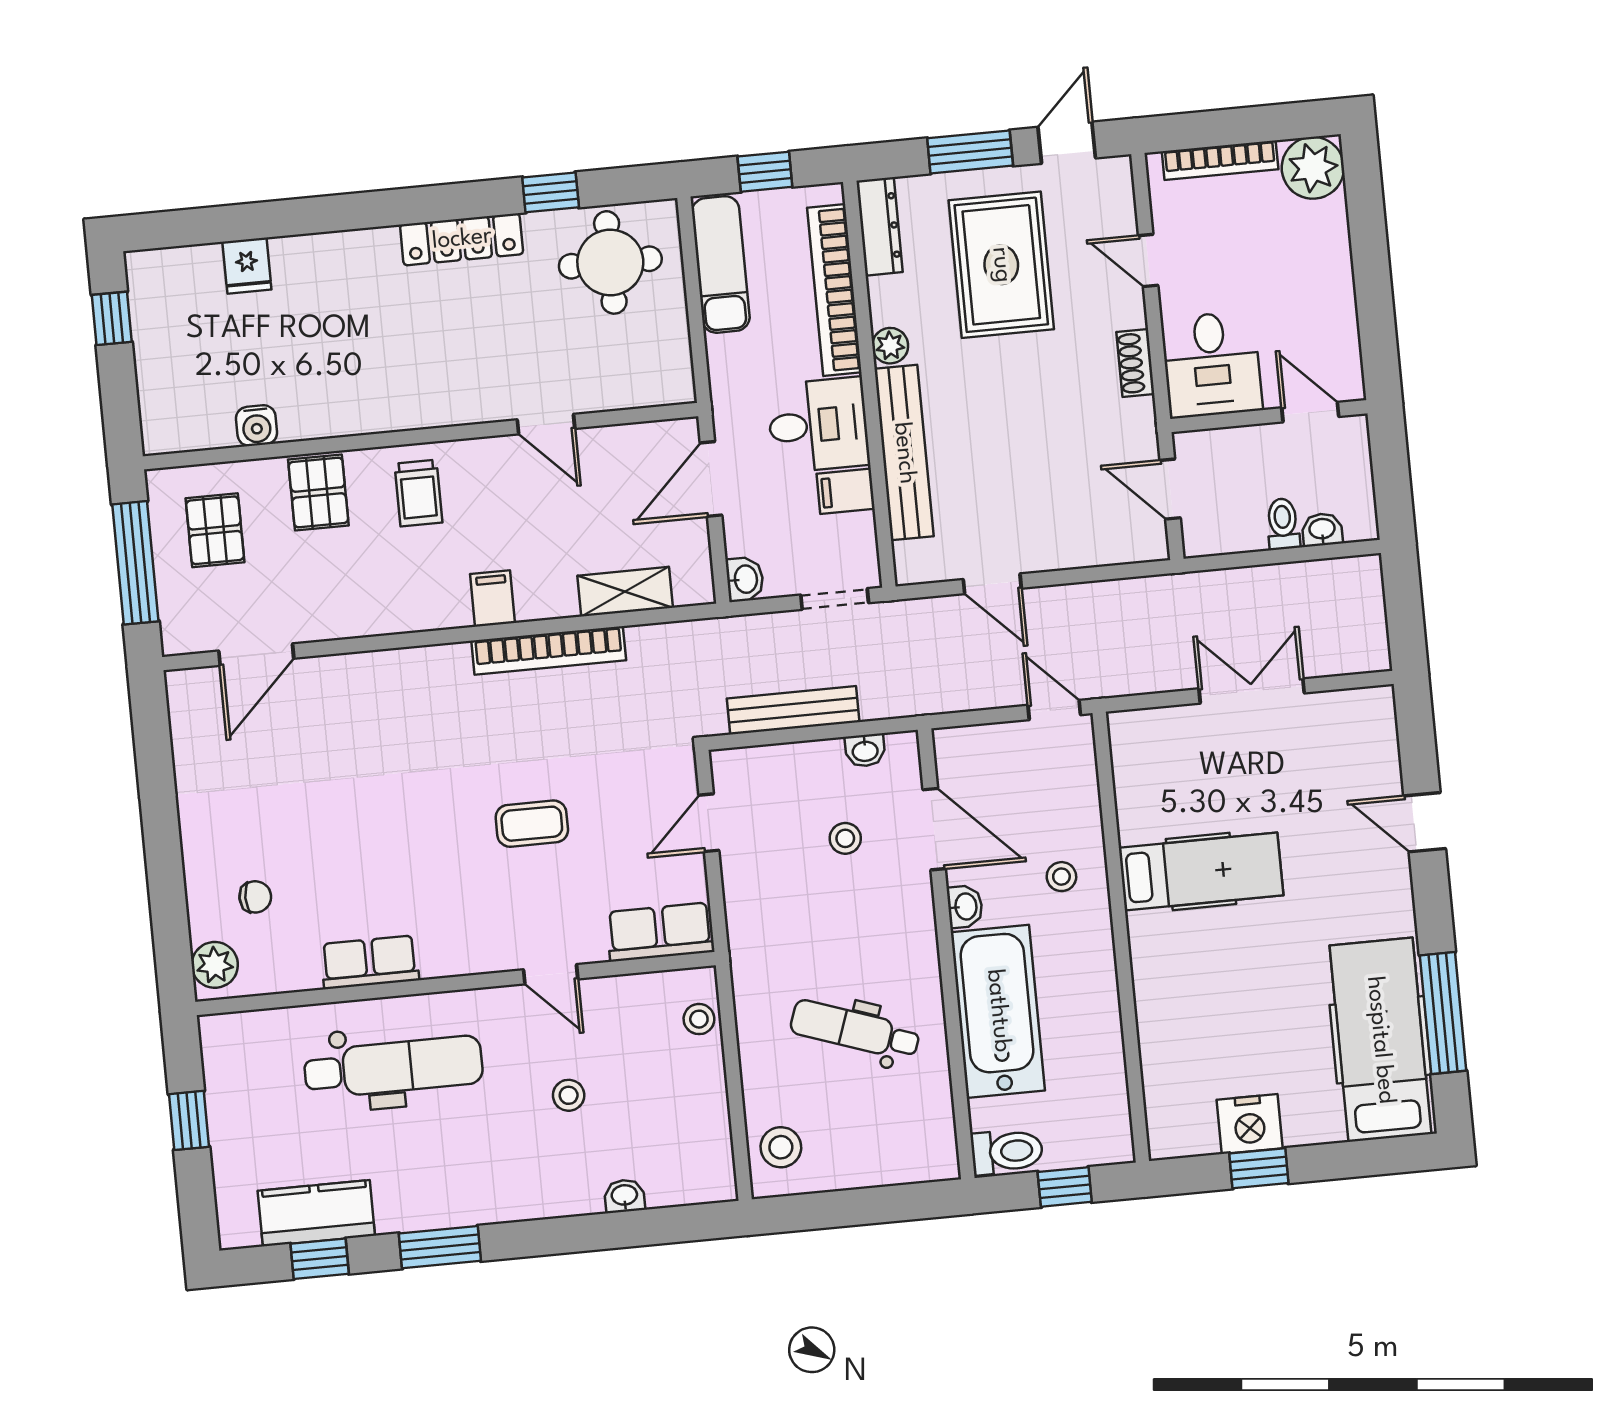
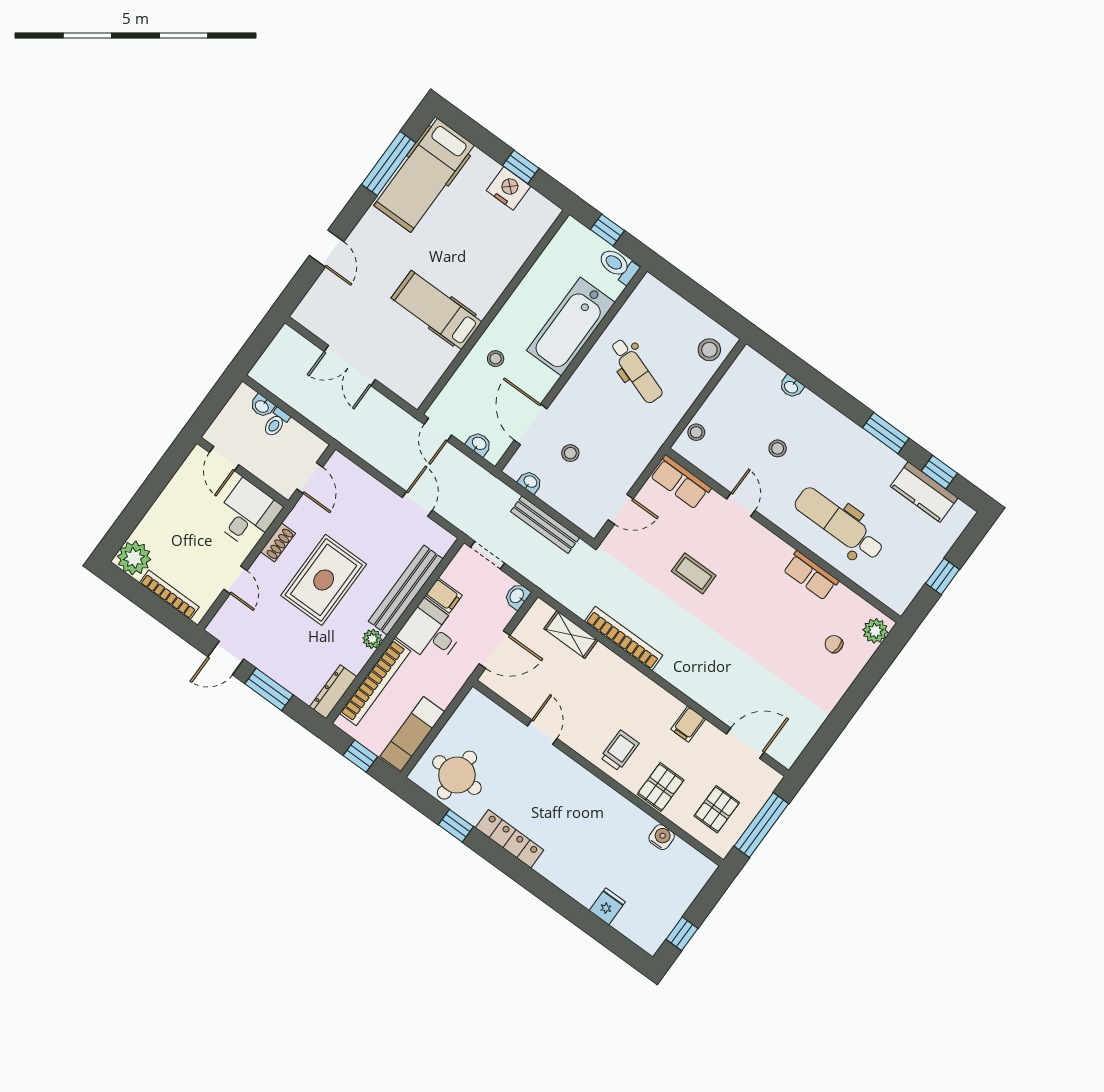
rug: (1001, 265) -> (324, 580), moved
filing cabinet: (493, 599) -> (688, 724), moved
washbasin: (965, 907) -> (479, 444), moved, turned 90

